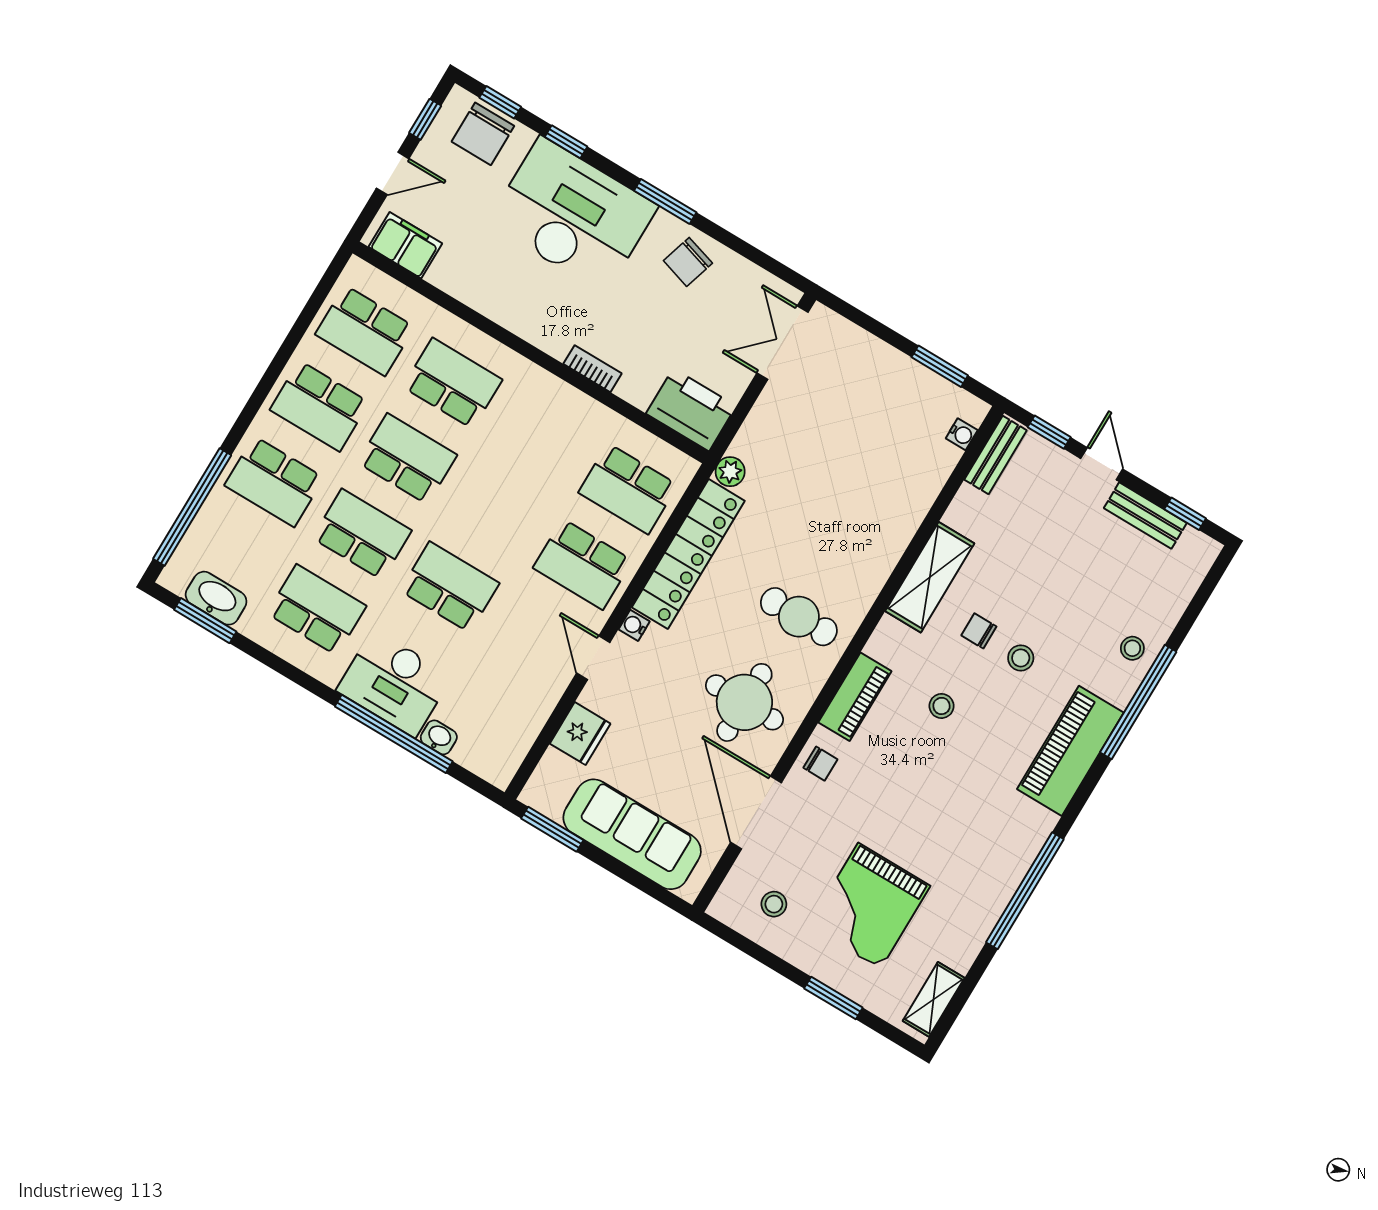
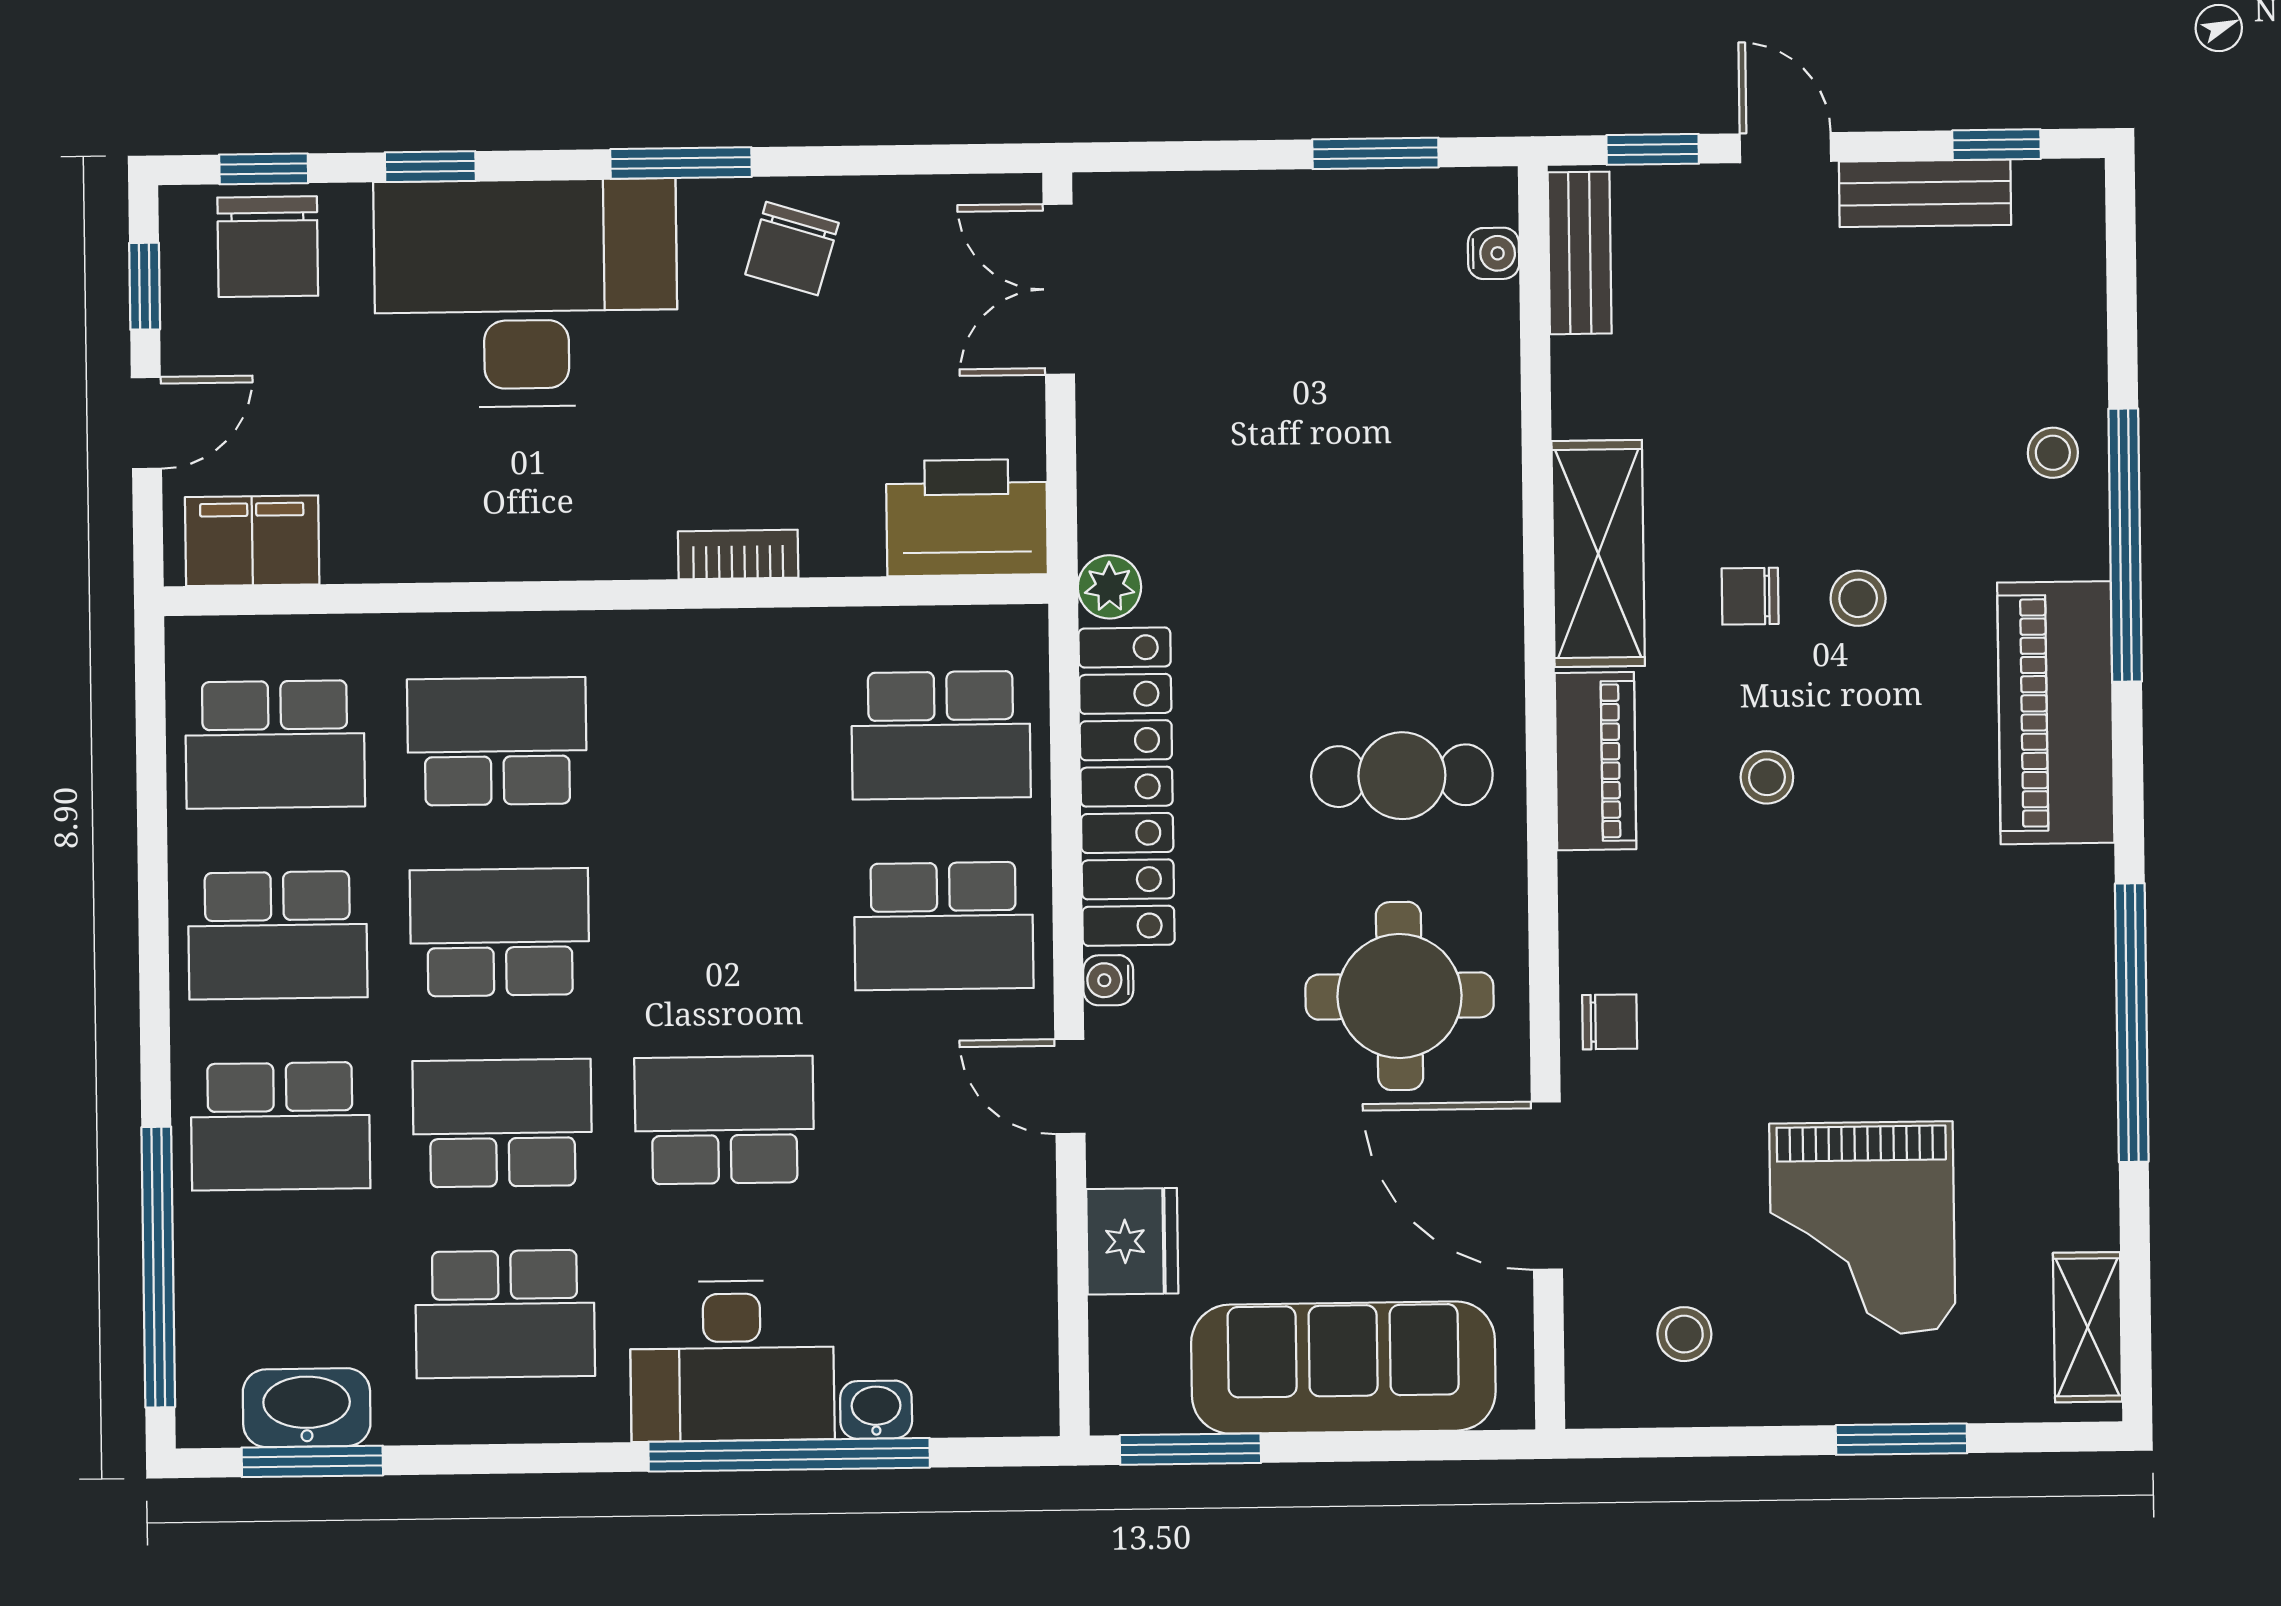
school desk: (317, 610) -> (505, 1314), turned 180
piano: (855, 697) -> (1596, 761), moved

